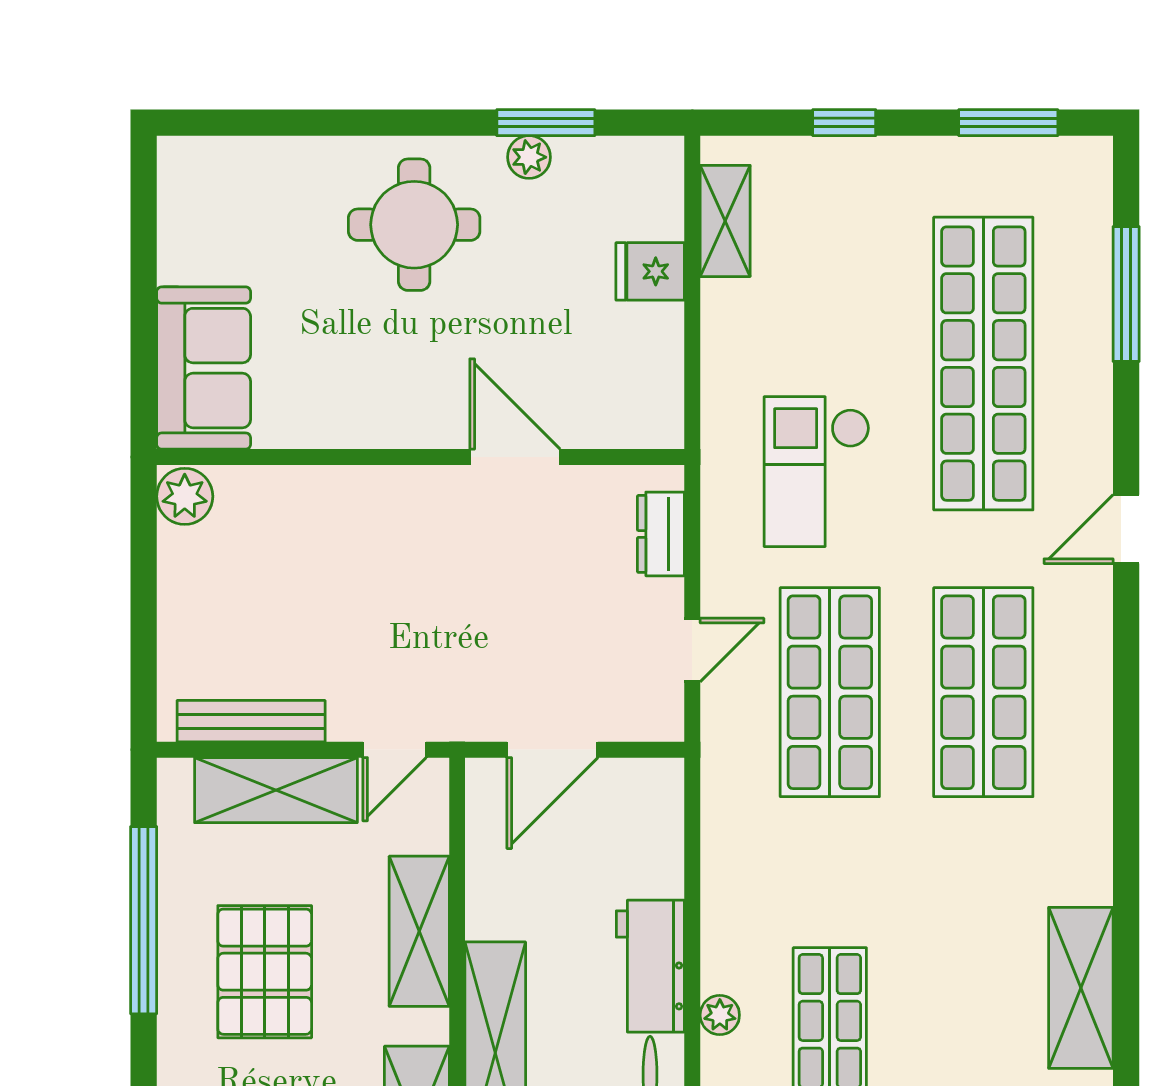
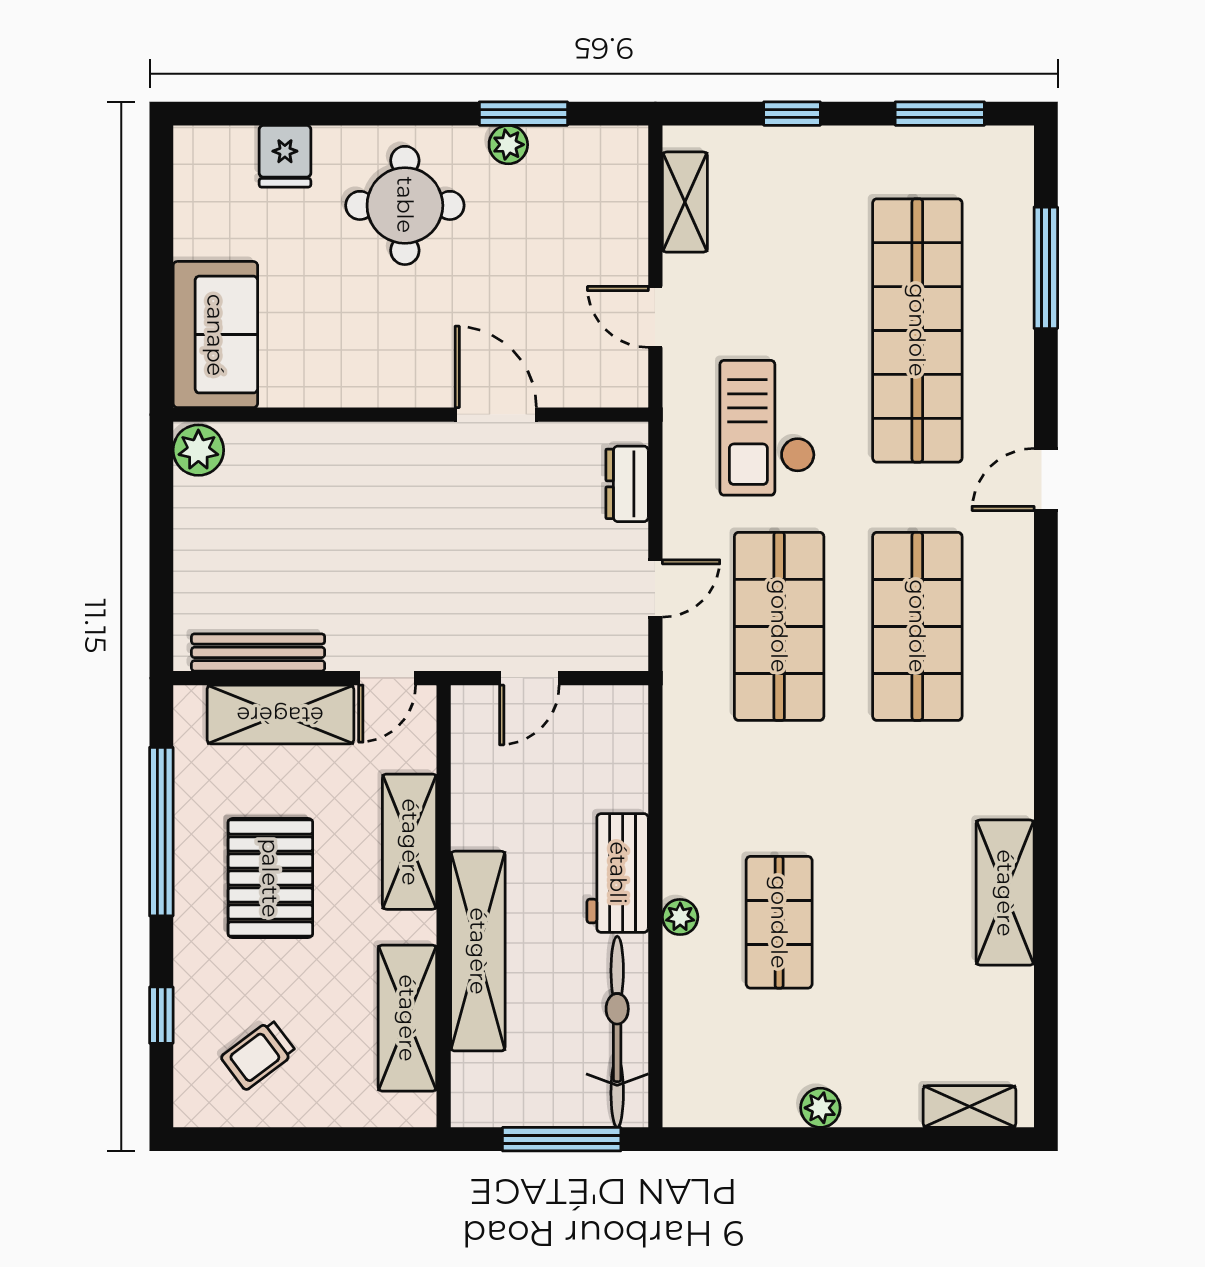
fridge: (650, 271) -> (285, 156), moved, turned -90
door: (692, 348) -> (655, 317), added
door: (552, 750) -> (529, 678), width x0.73

